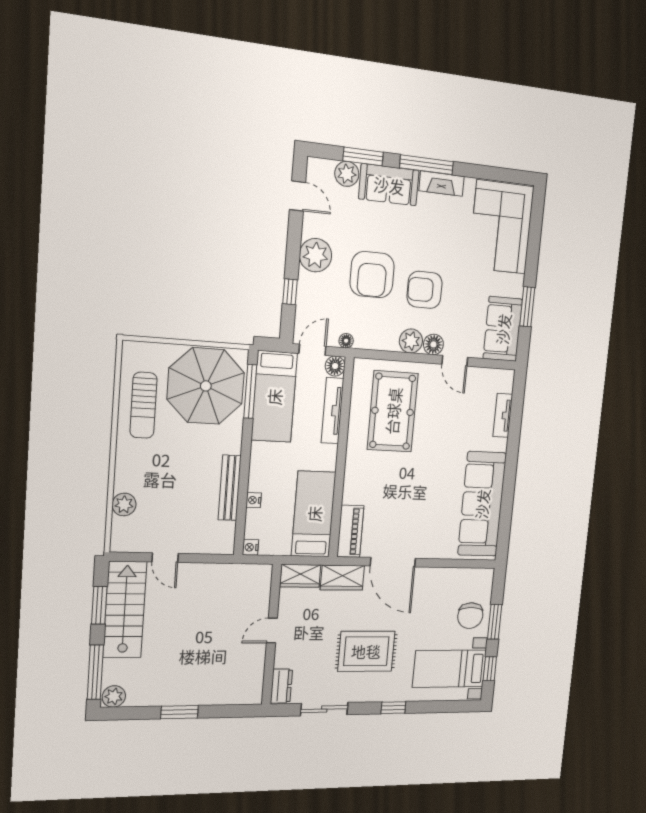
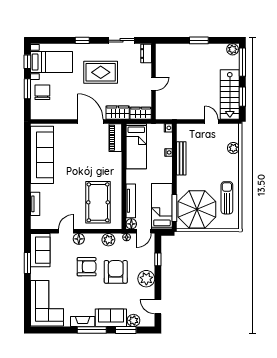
plant: (411, 341) -> (108, 240), moved
door: (455, 361) -> (66, 231), hinge flipped

